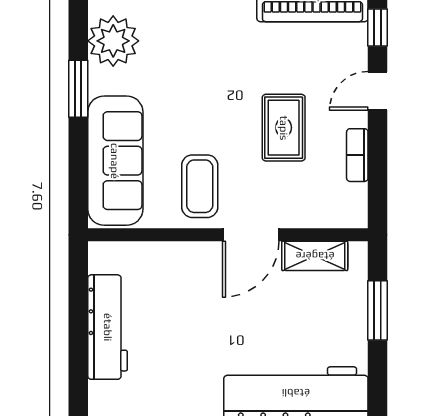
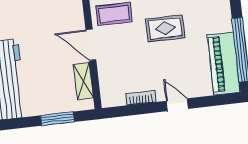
window: (378, 28) -> (212, 101), removed
rug: (284, 128) -> (165, 28), moved

